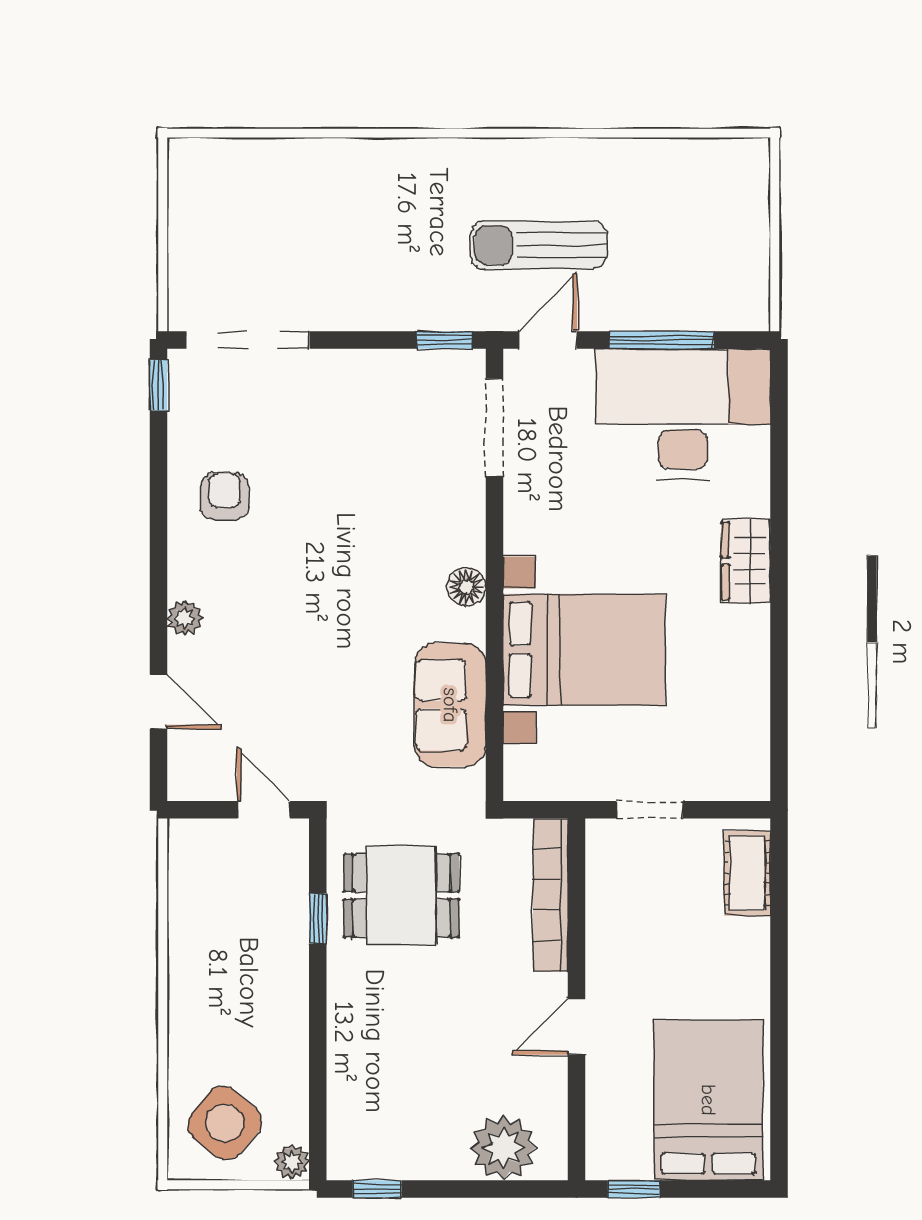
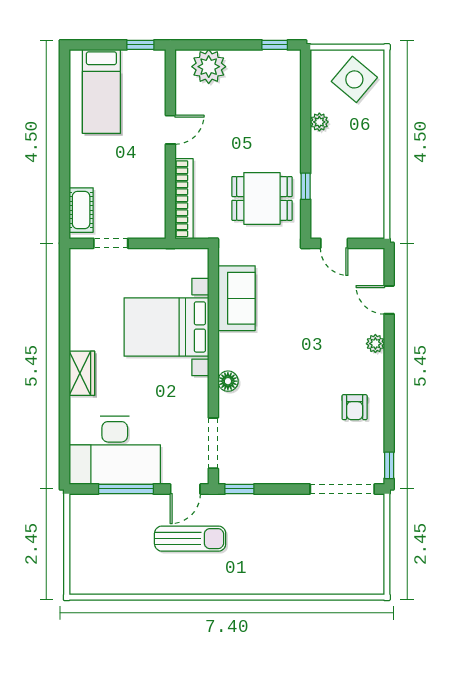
floor lamp: (466, 587) -> (228, 381), moved
doorway: (650, 810) -> (111, 243), moved
bed: (708, 1100) -> (101, 91), width x0.67
plant: (292, 1162) -> (319, 122), moved

